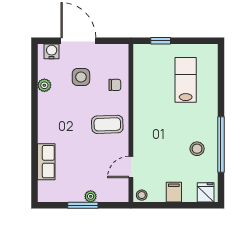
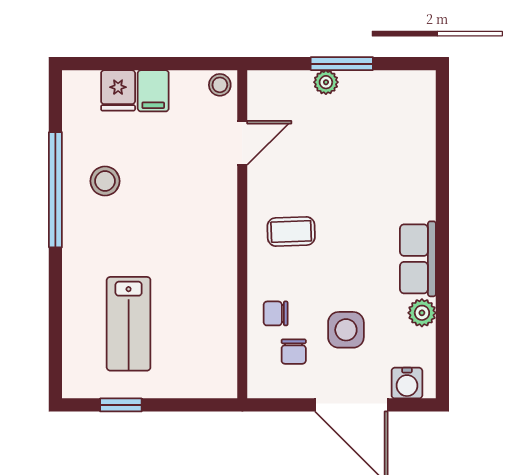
window: (161, 41) -> (121, 405), moved
chair: (106, 67) -> (294, 352), added
coffee table: (107, 124) -> (291, 231), width x0.73, depth x0.77
row of seats: (46, 162) -> (418, 259), moved
fridge: (206, 192) -> (118, 90), moved

